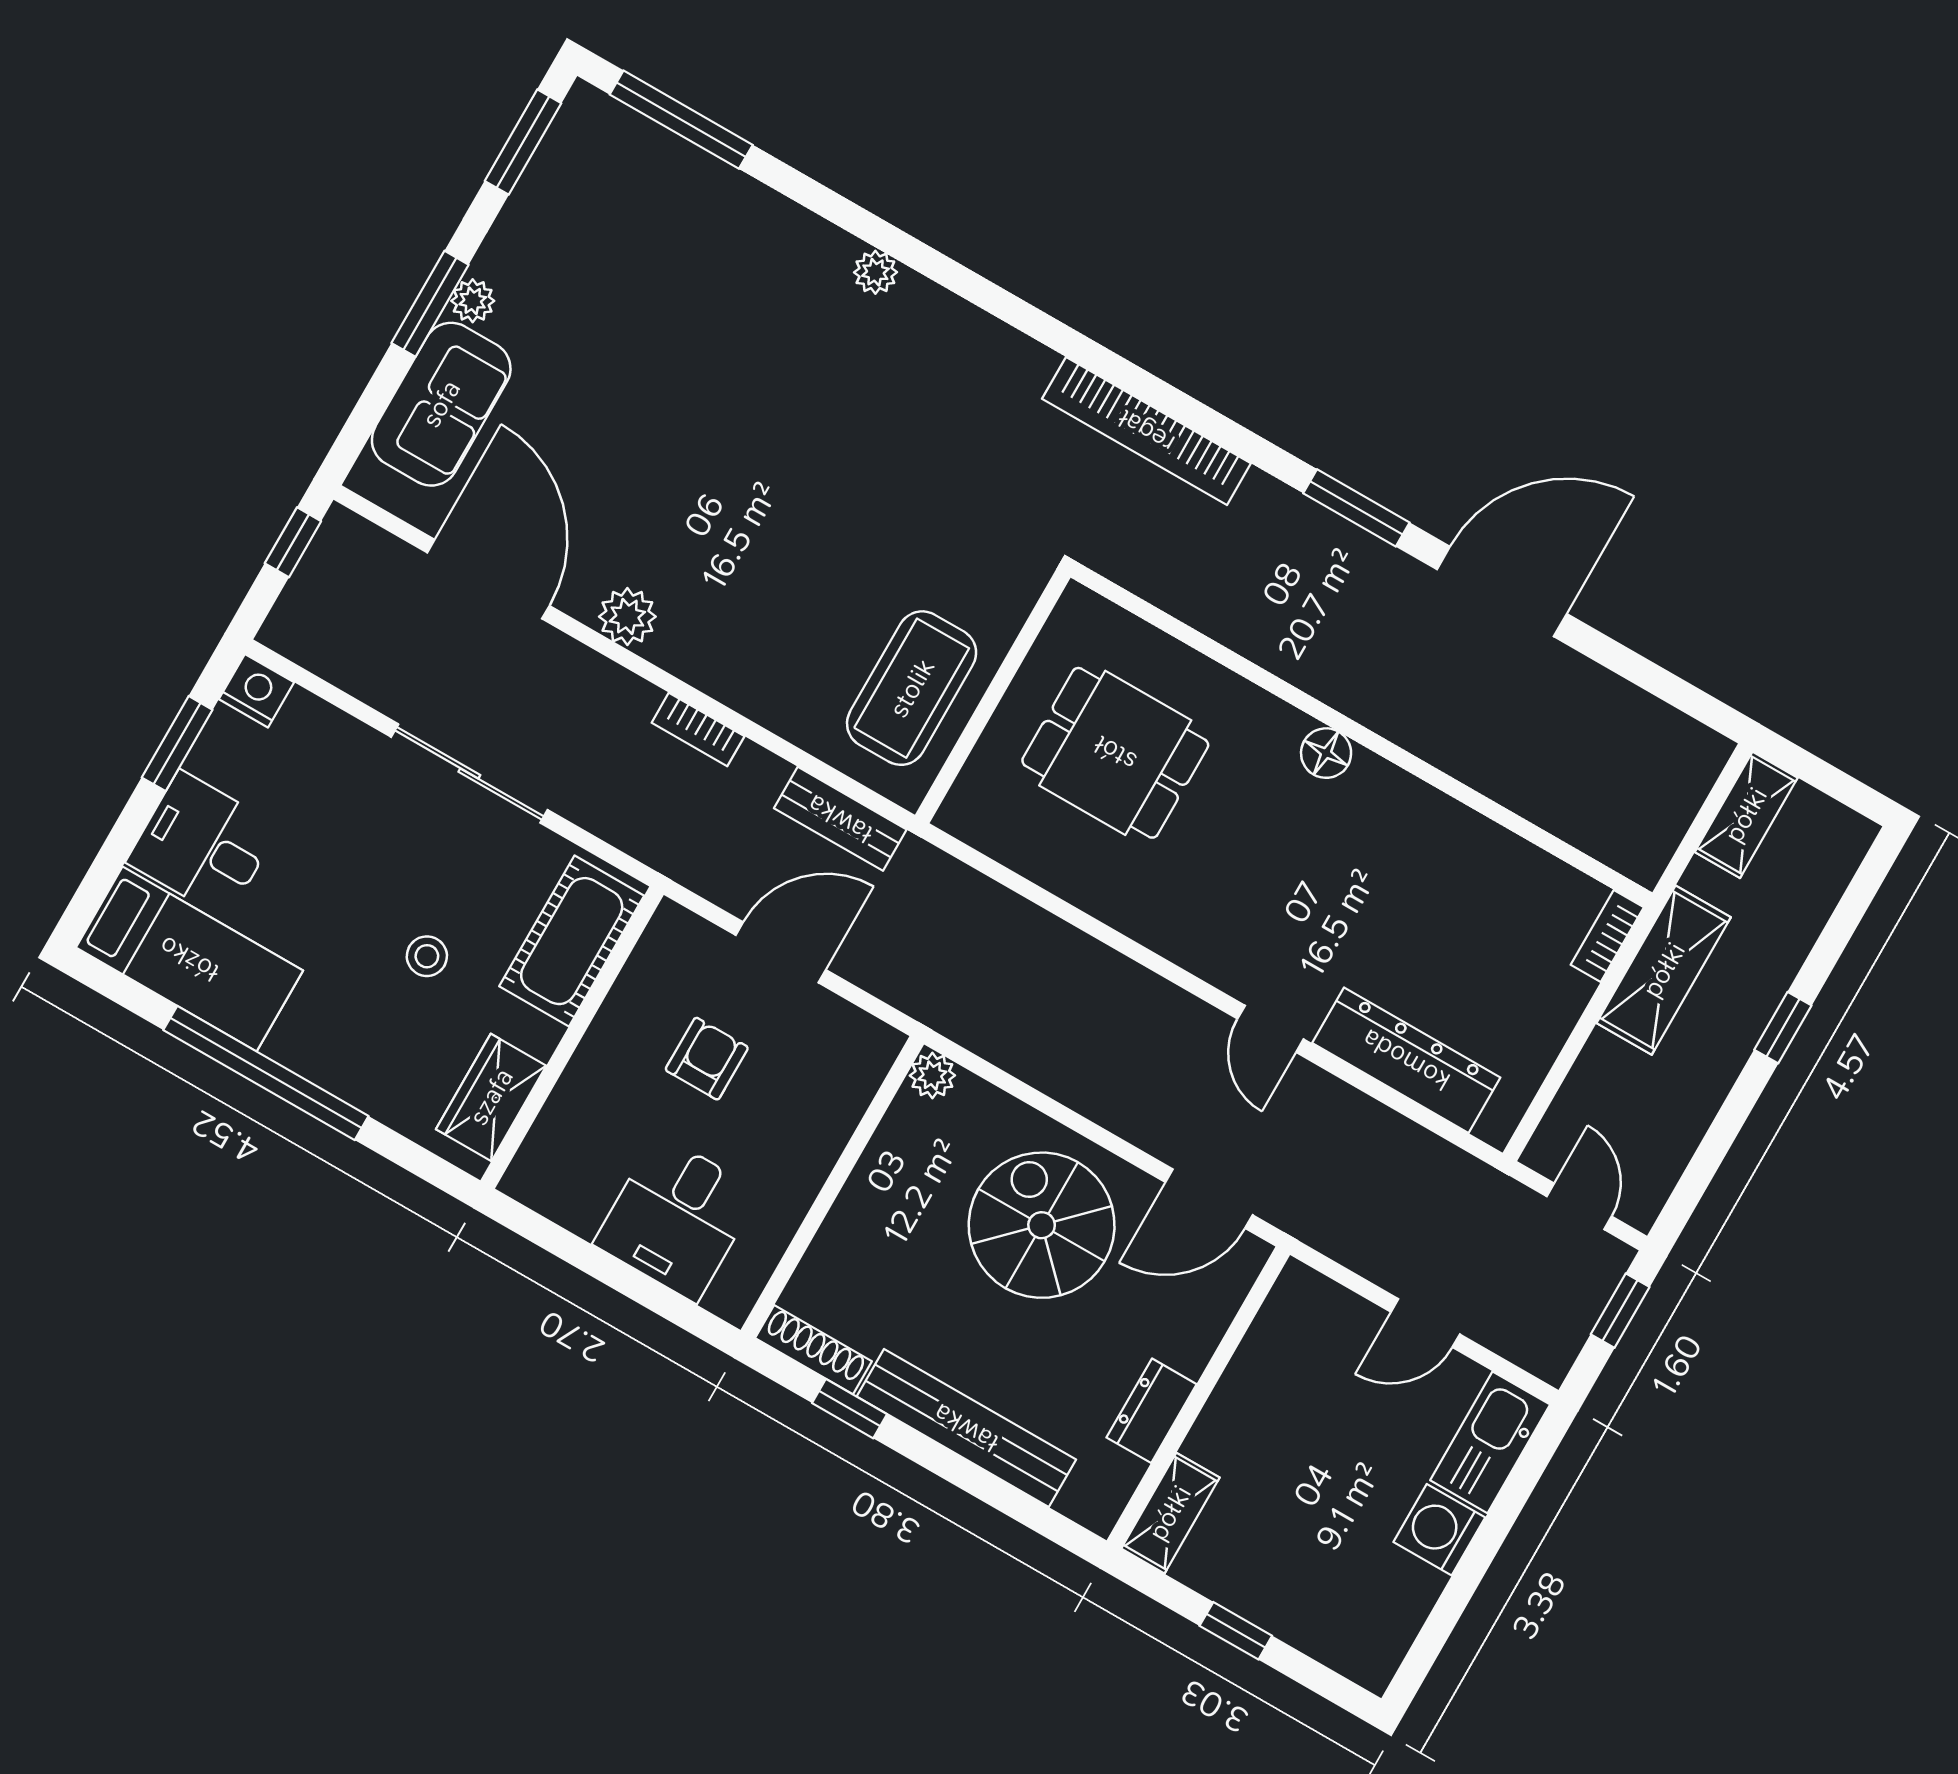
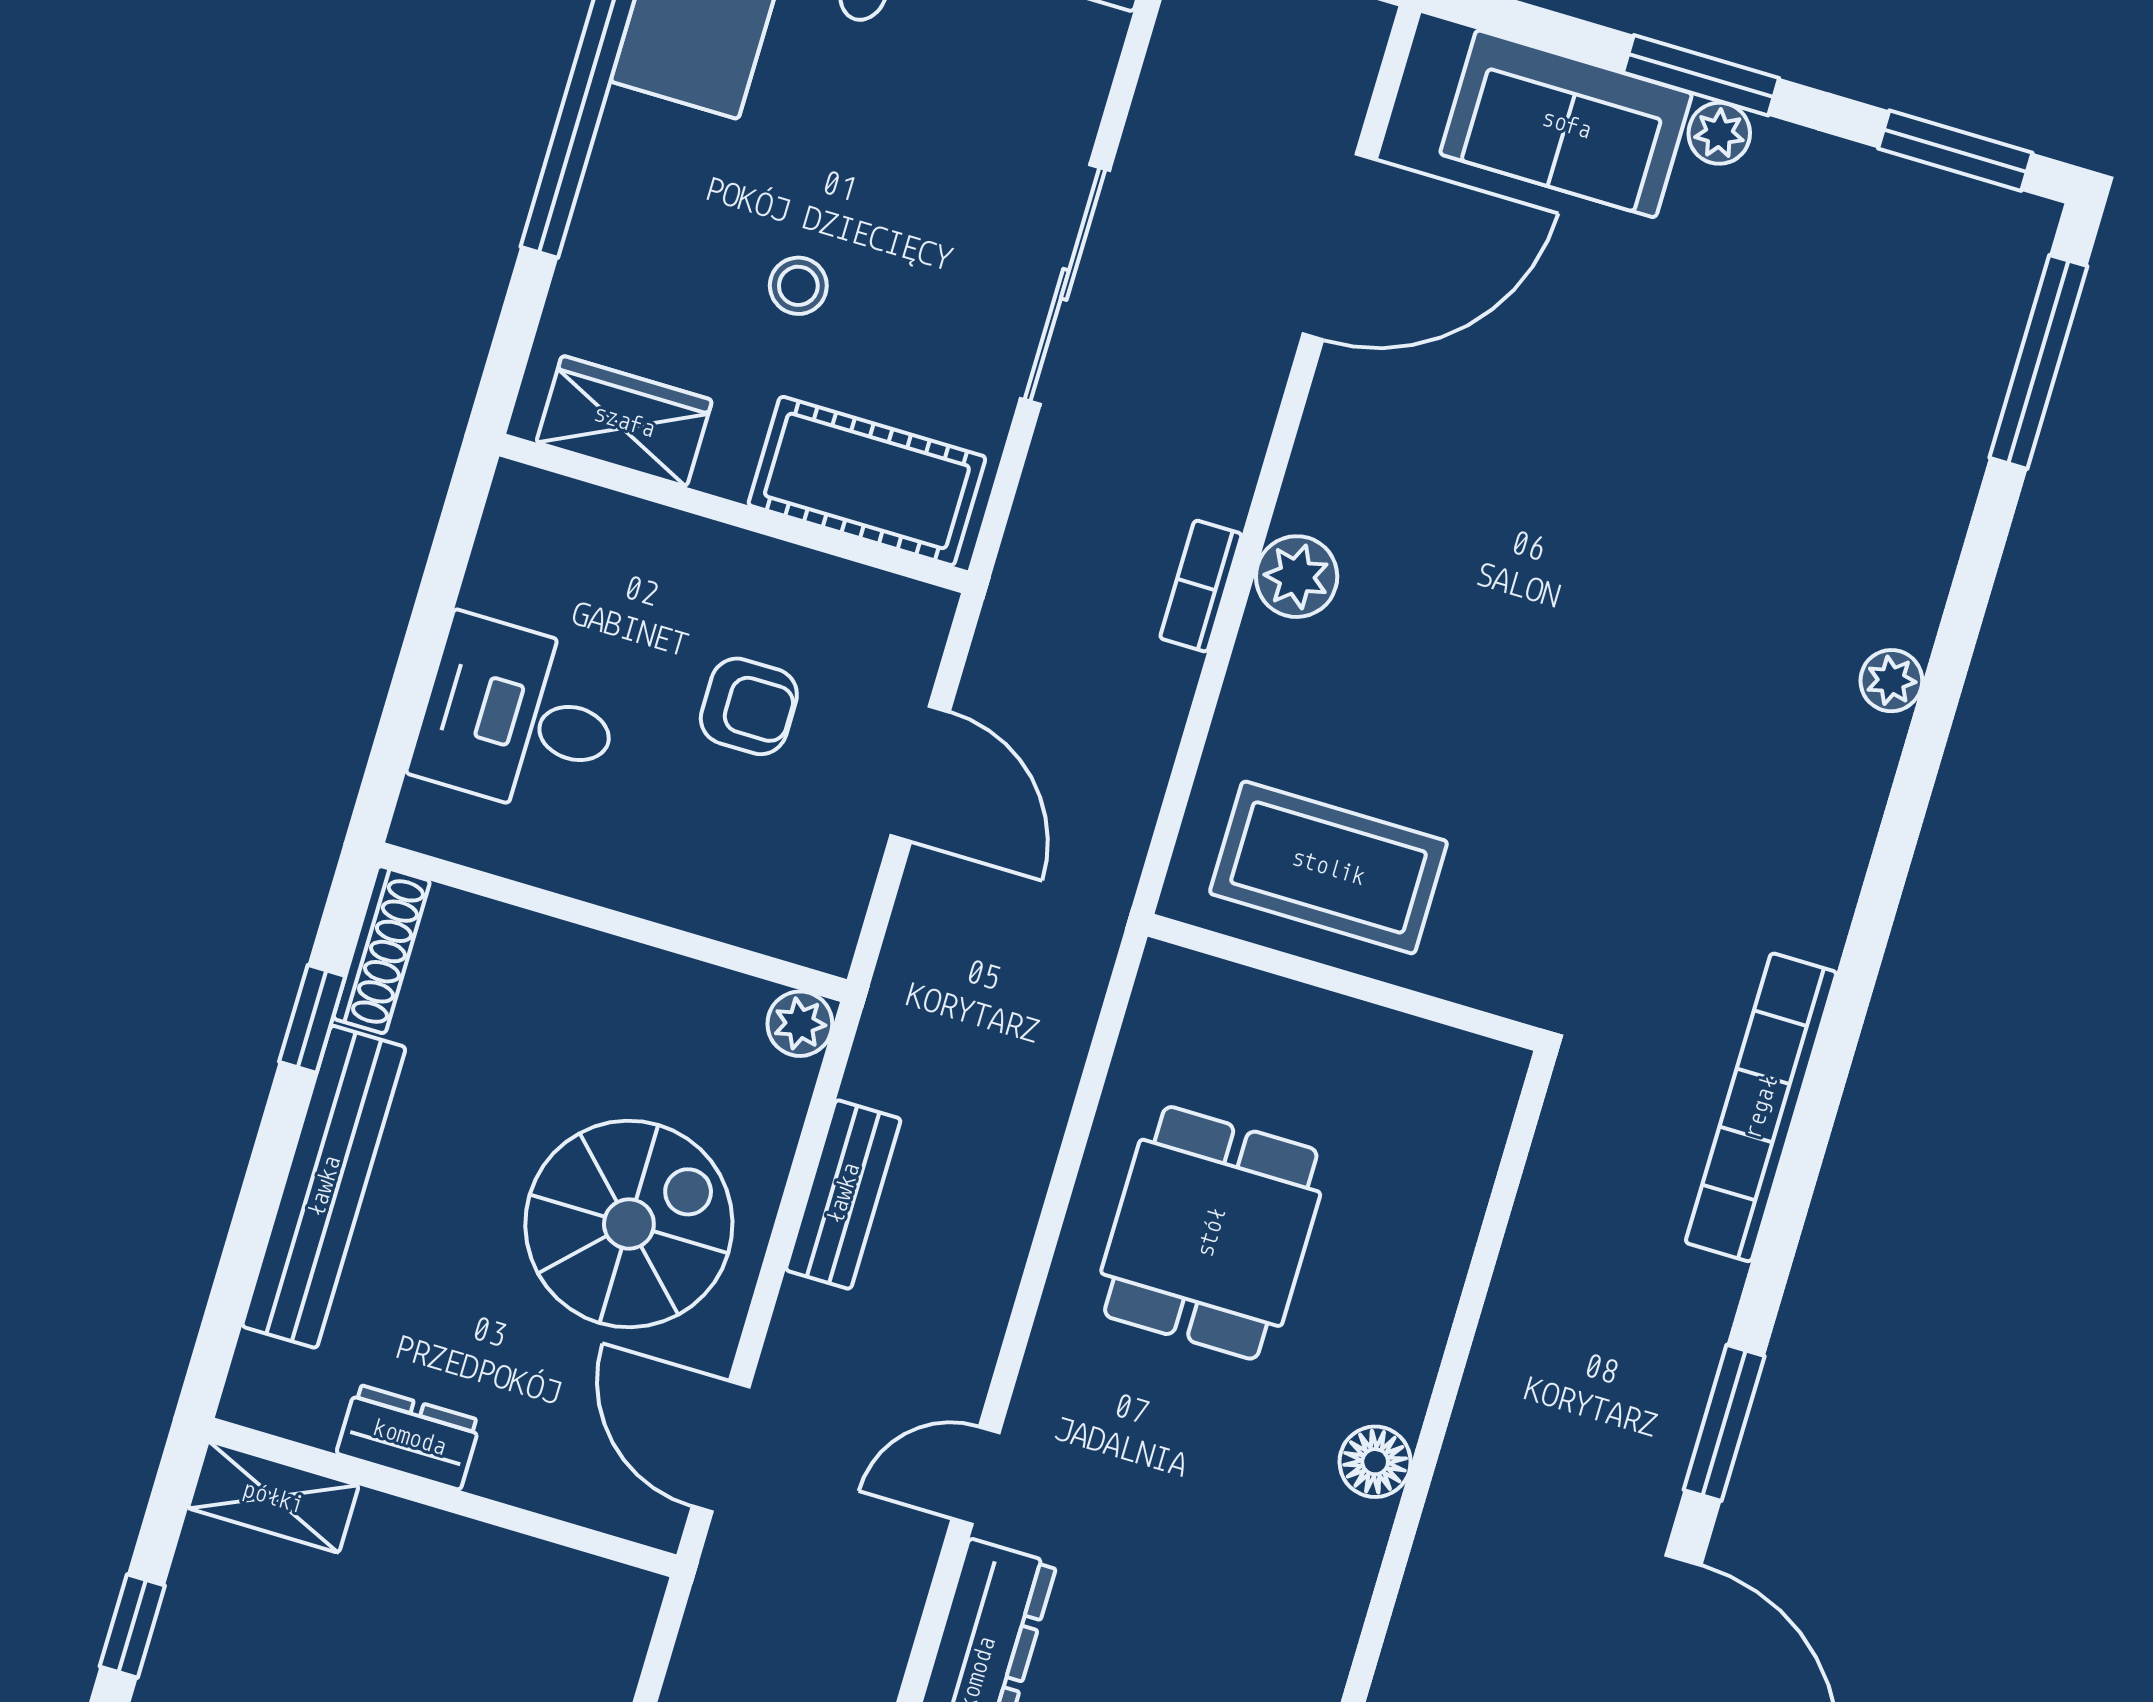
plant: (627, 617) -> (1297, 577), moved
dining table: (1115, 753) -> (1211, 1233), moved
bench: (840, 819) -> (843, 1194), moved

